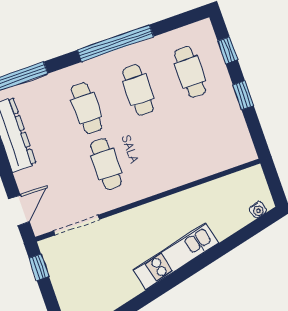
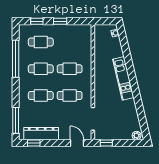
window: (115, 43) -> (16, 59), moved
cafe table: (158, 146) -> (70, 69), added

